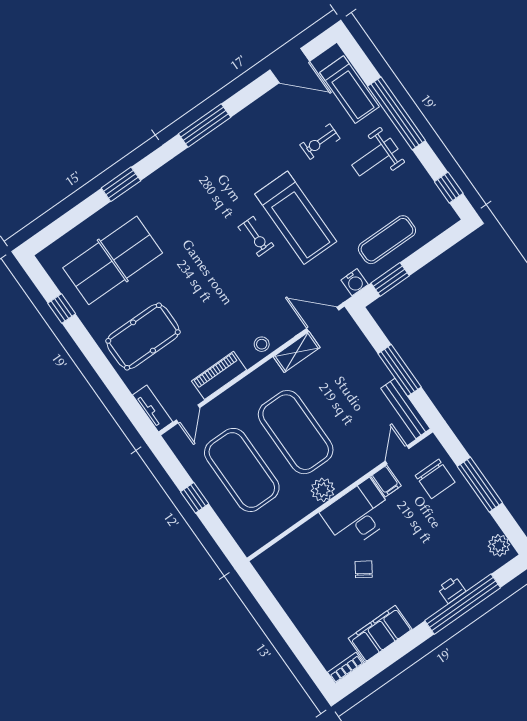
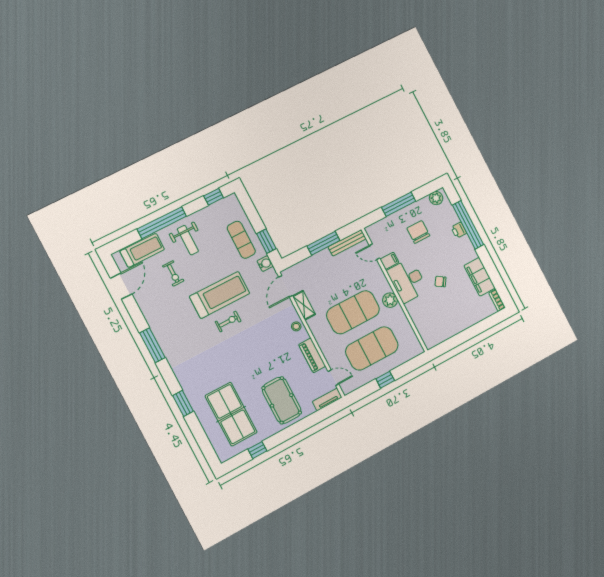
chair: (435, 479) -> (418, 232), moved, turned -90

